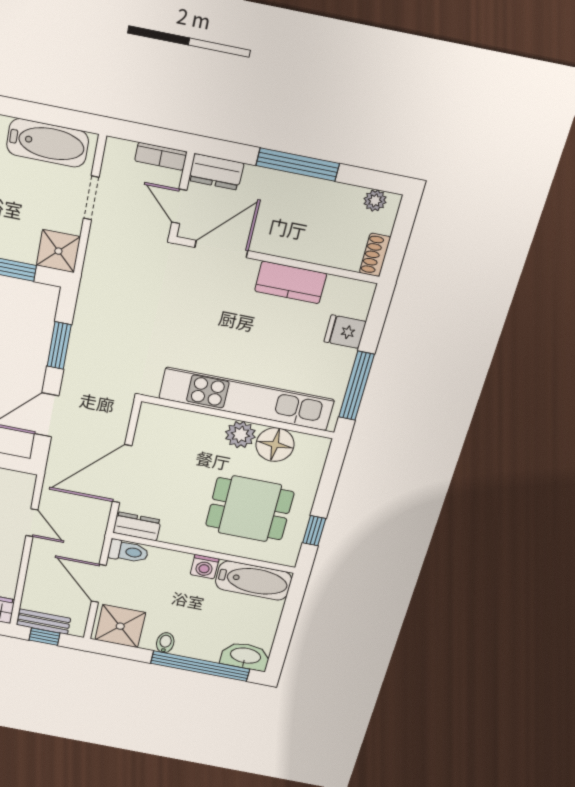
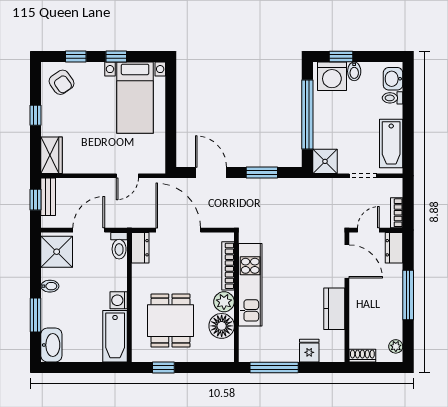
kitchen unit: (246, 399) -> (250, 285), width x0.73
bookcase: (189, 419) -> (228, 266), added
window: (200, 666) -> (36, 315), width x0.47

